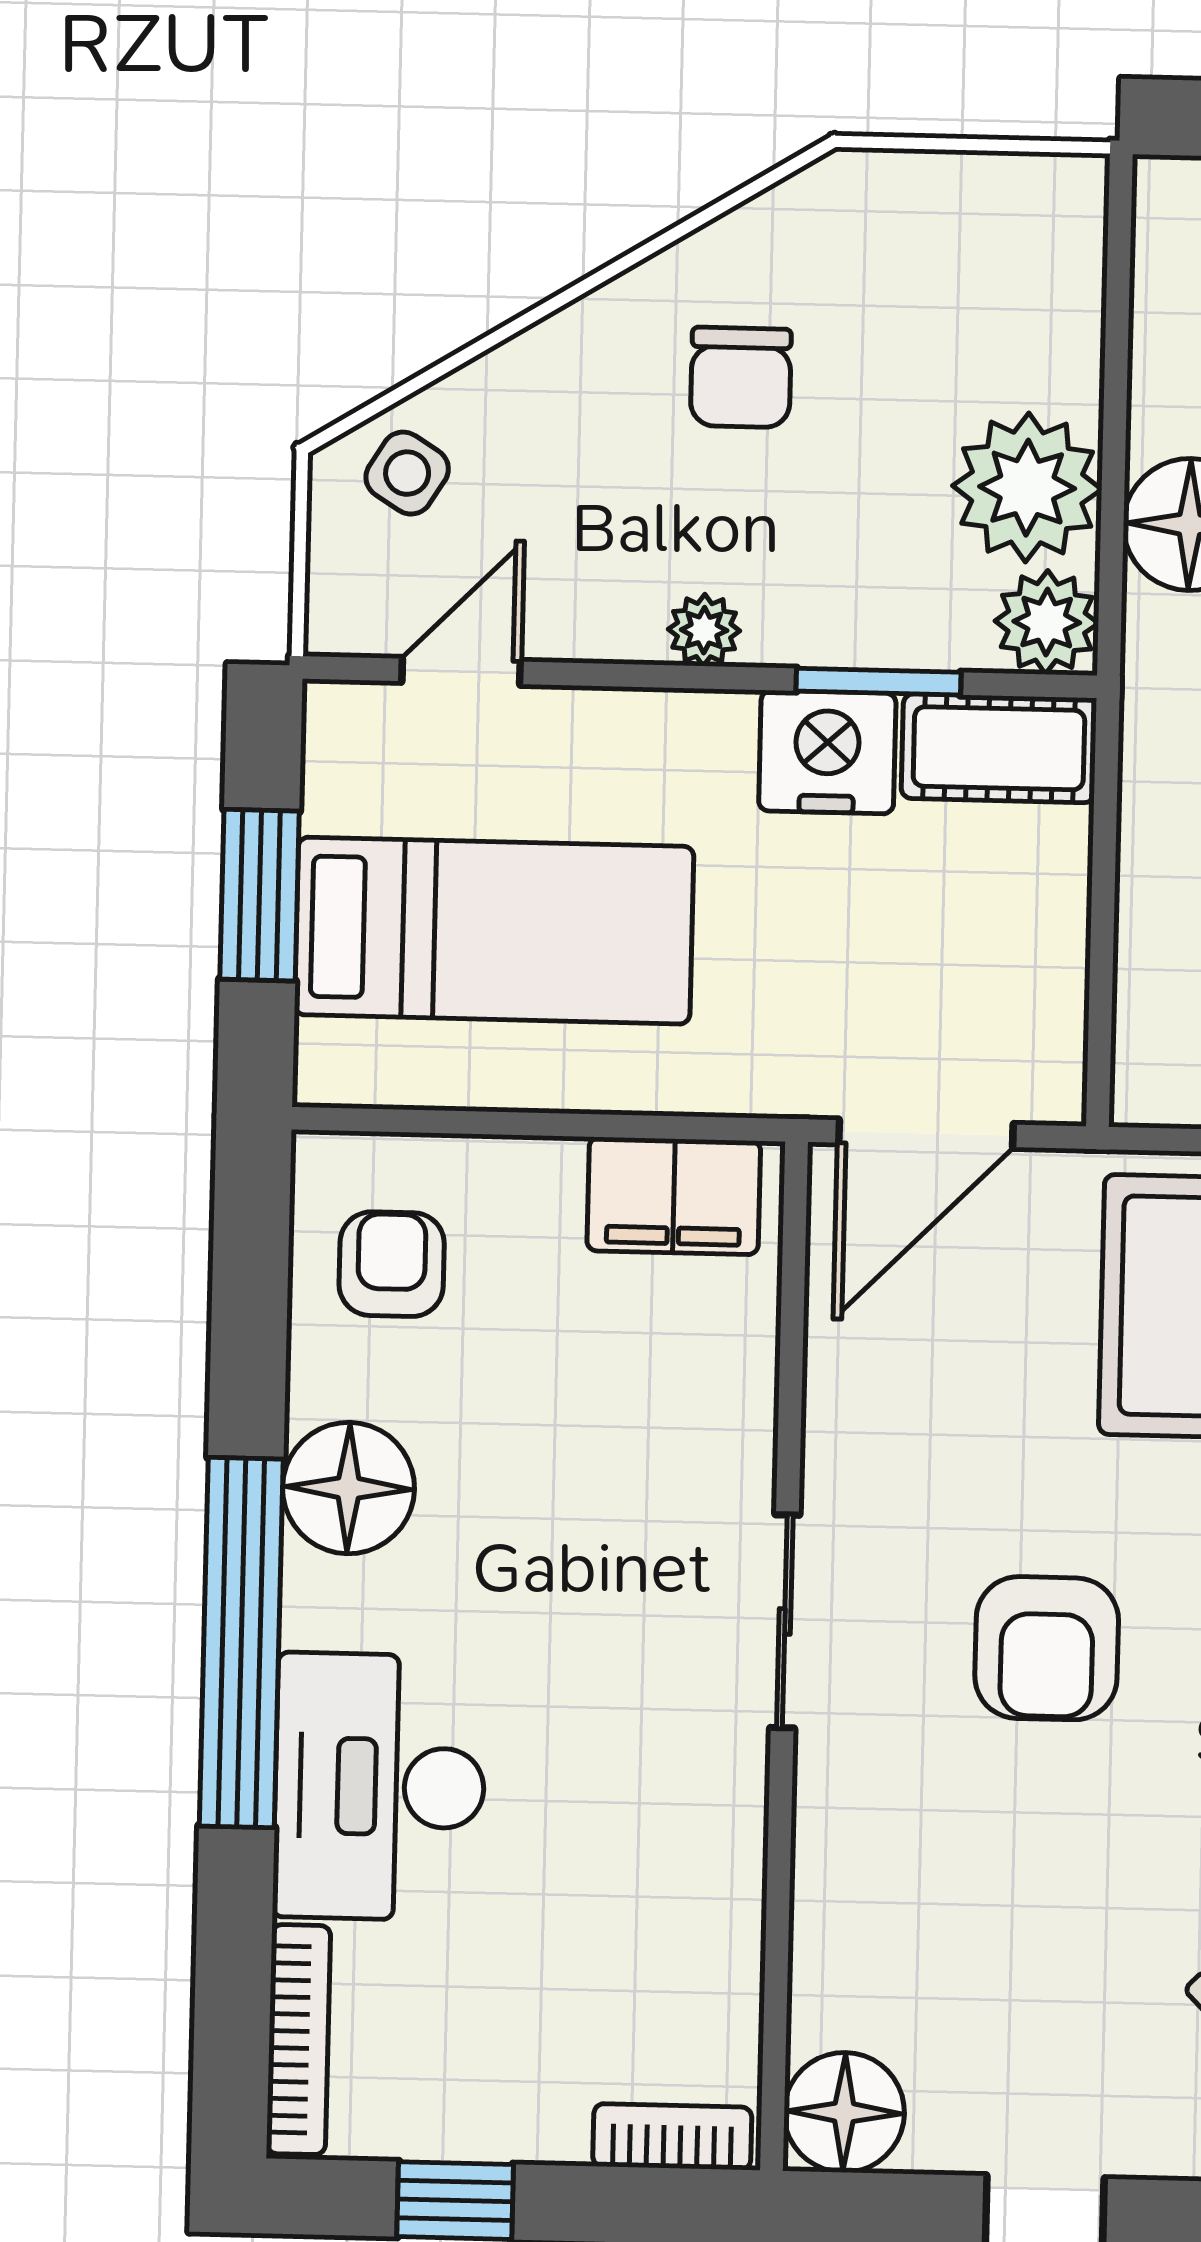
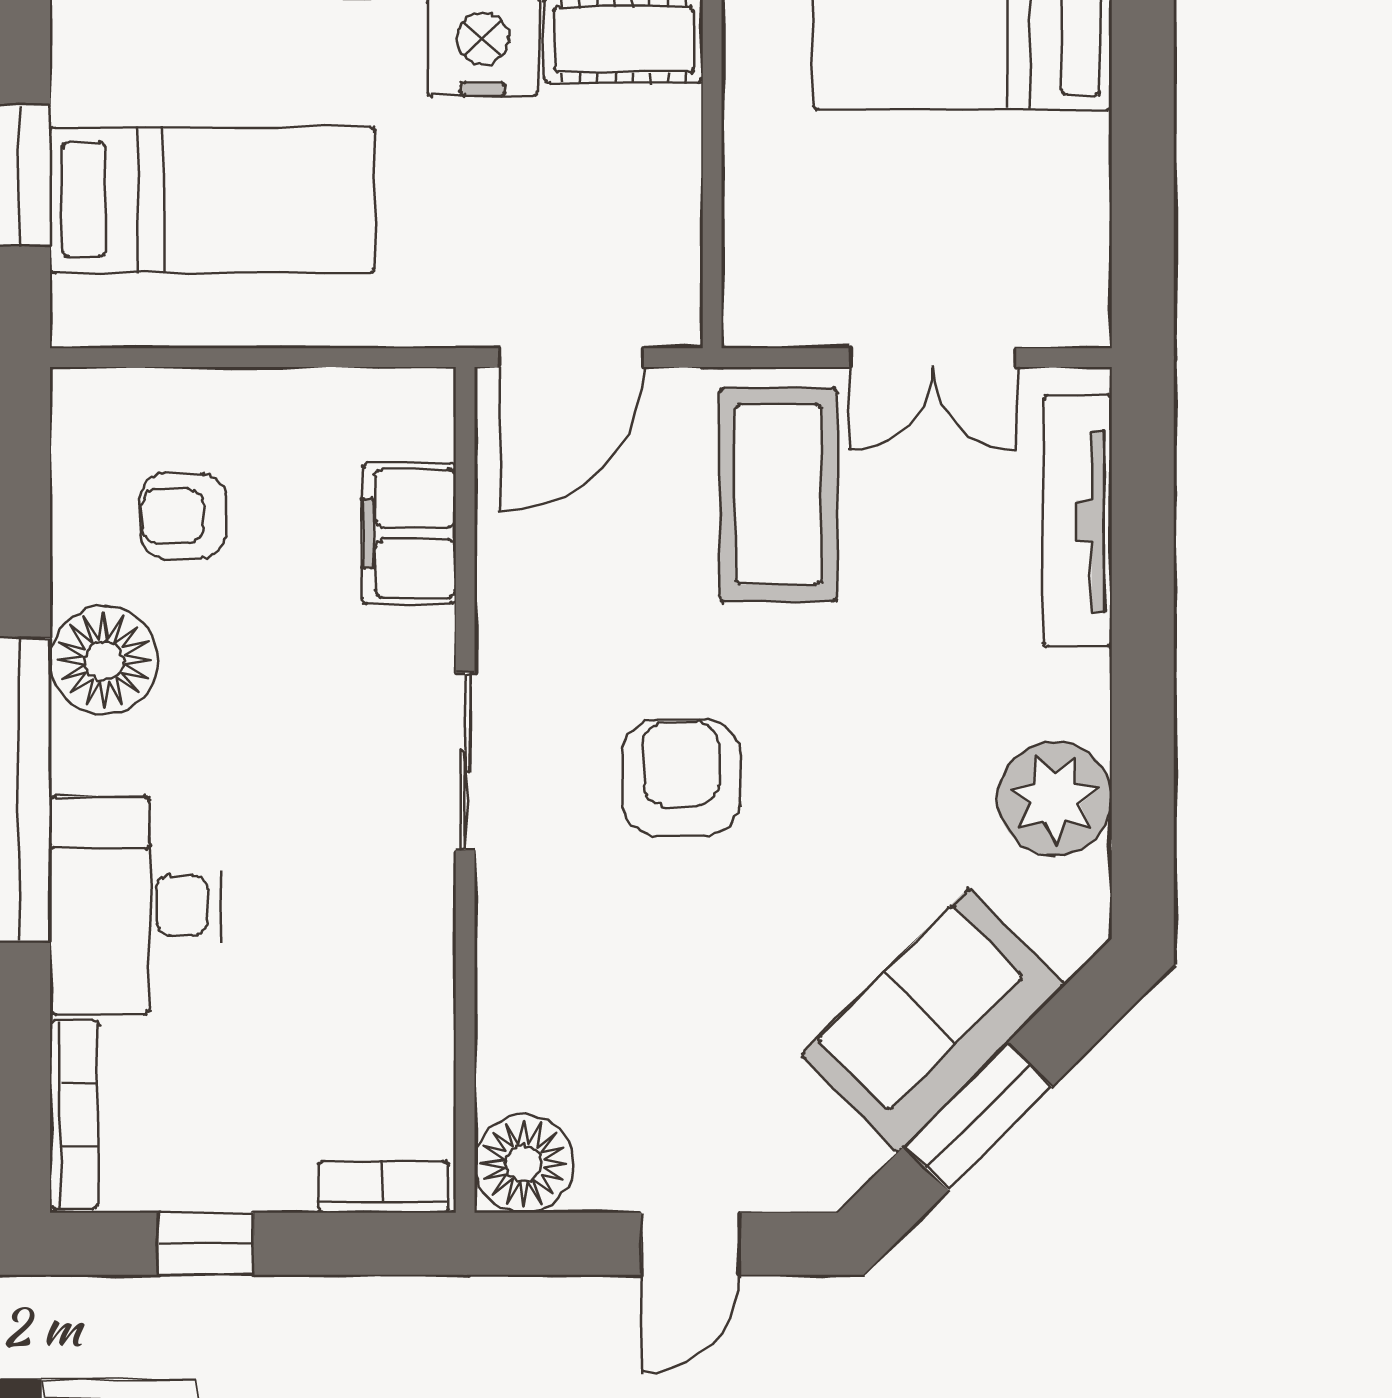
filing cabinet: (674, 1196) -> (409, 533), moved, turned 90
armchair: (392, 1264) -> (183, 516), moved, turned -90
armchair: (1047, 1648) -> (681, 778), turned 180

